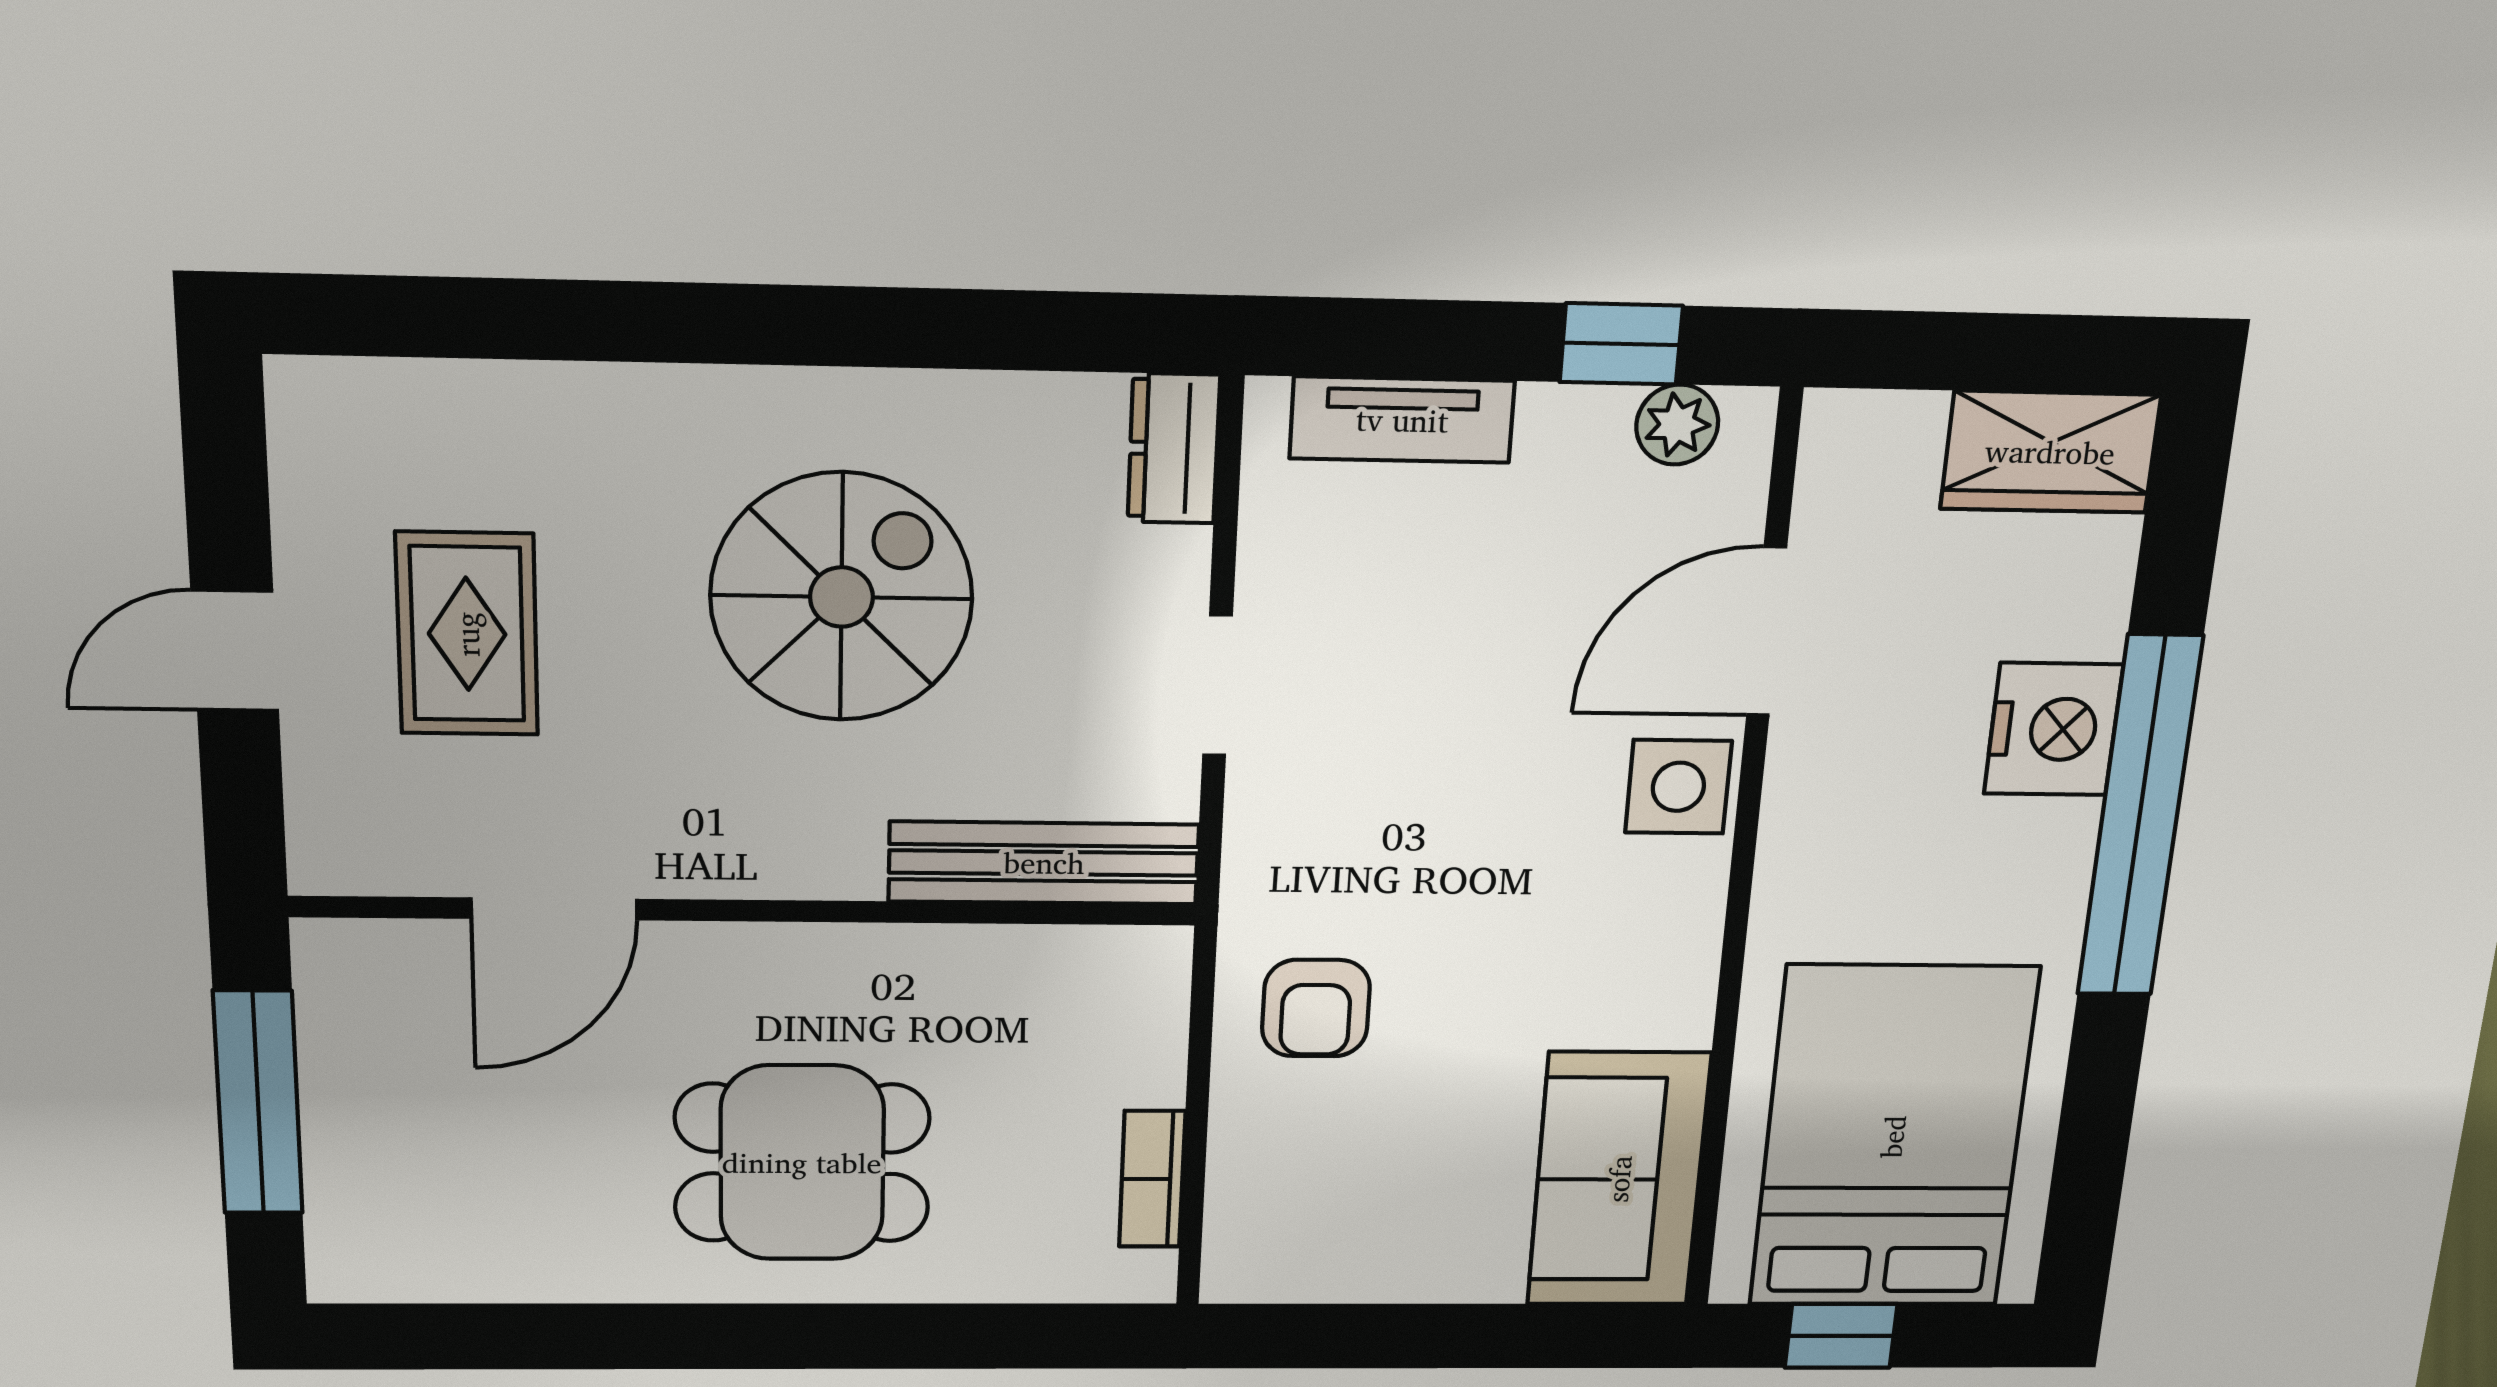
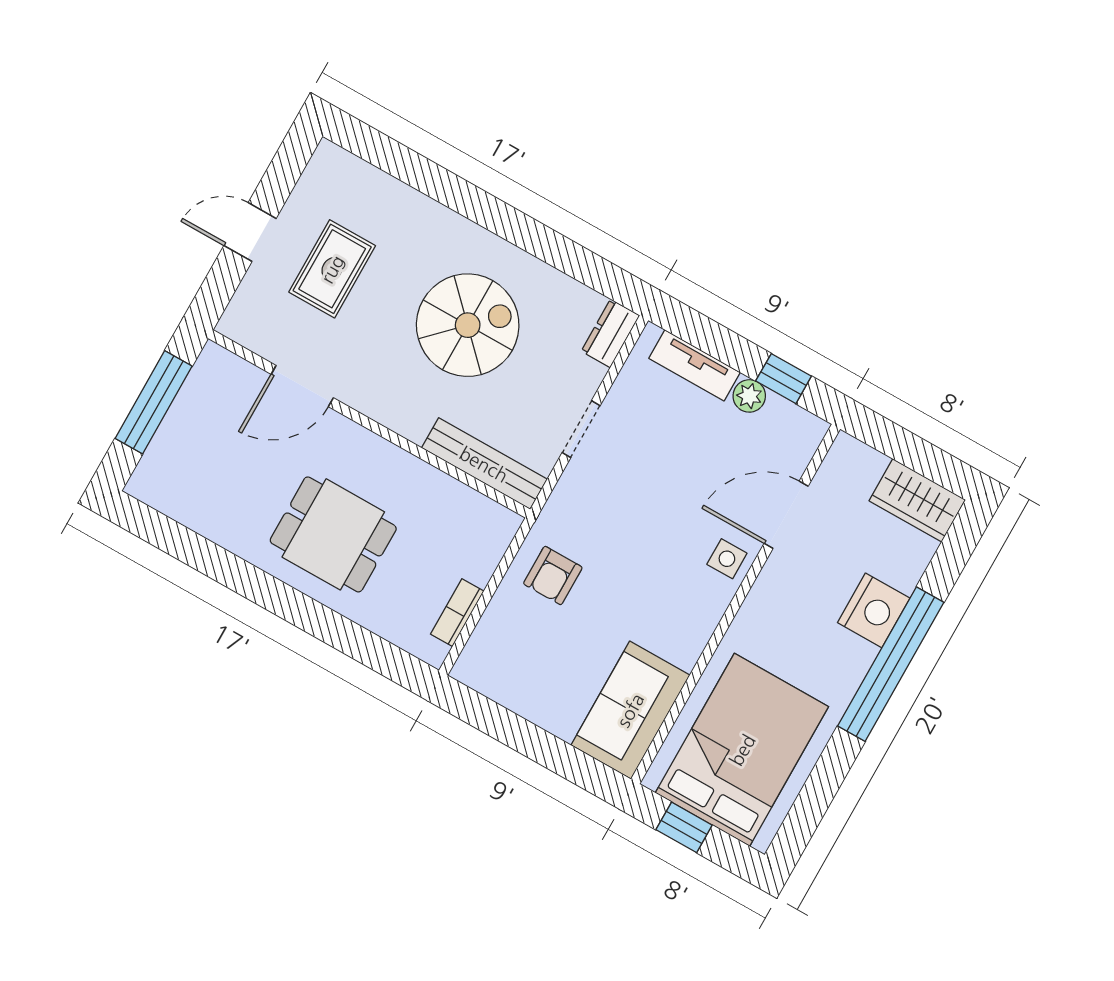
plant: (1677, 425) -> (749, 396), moved
side table: (1678, 787) -> (727, 559), width x0.73, depth x0.73

